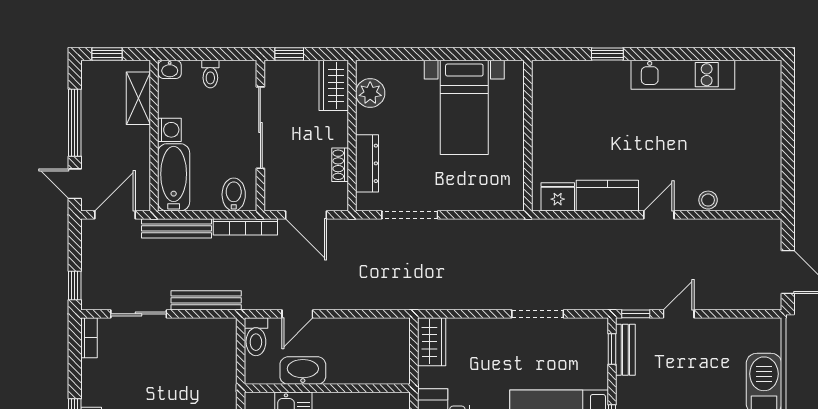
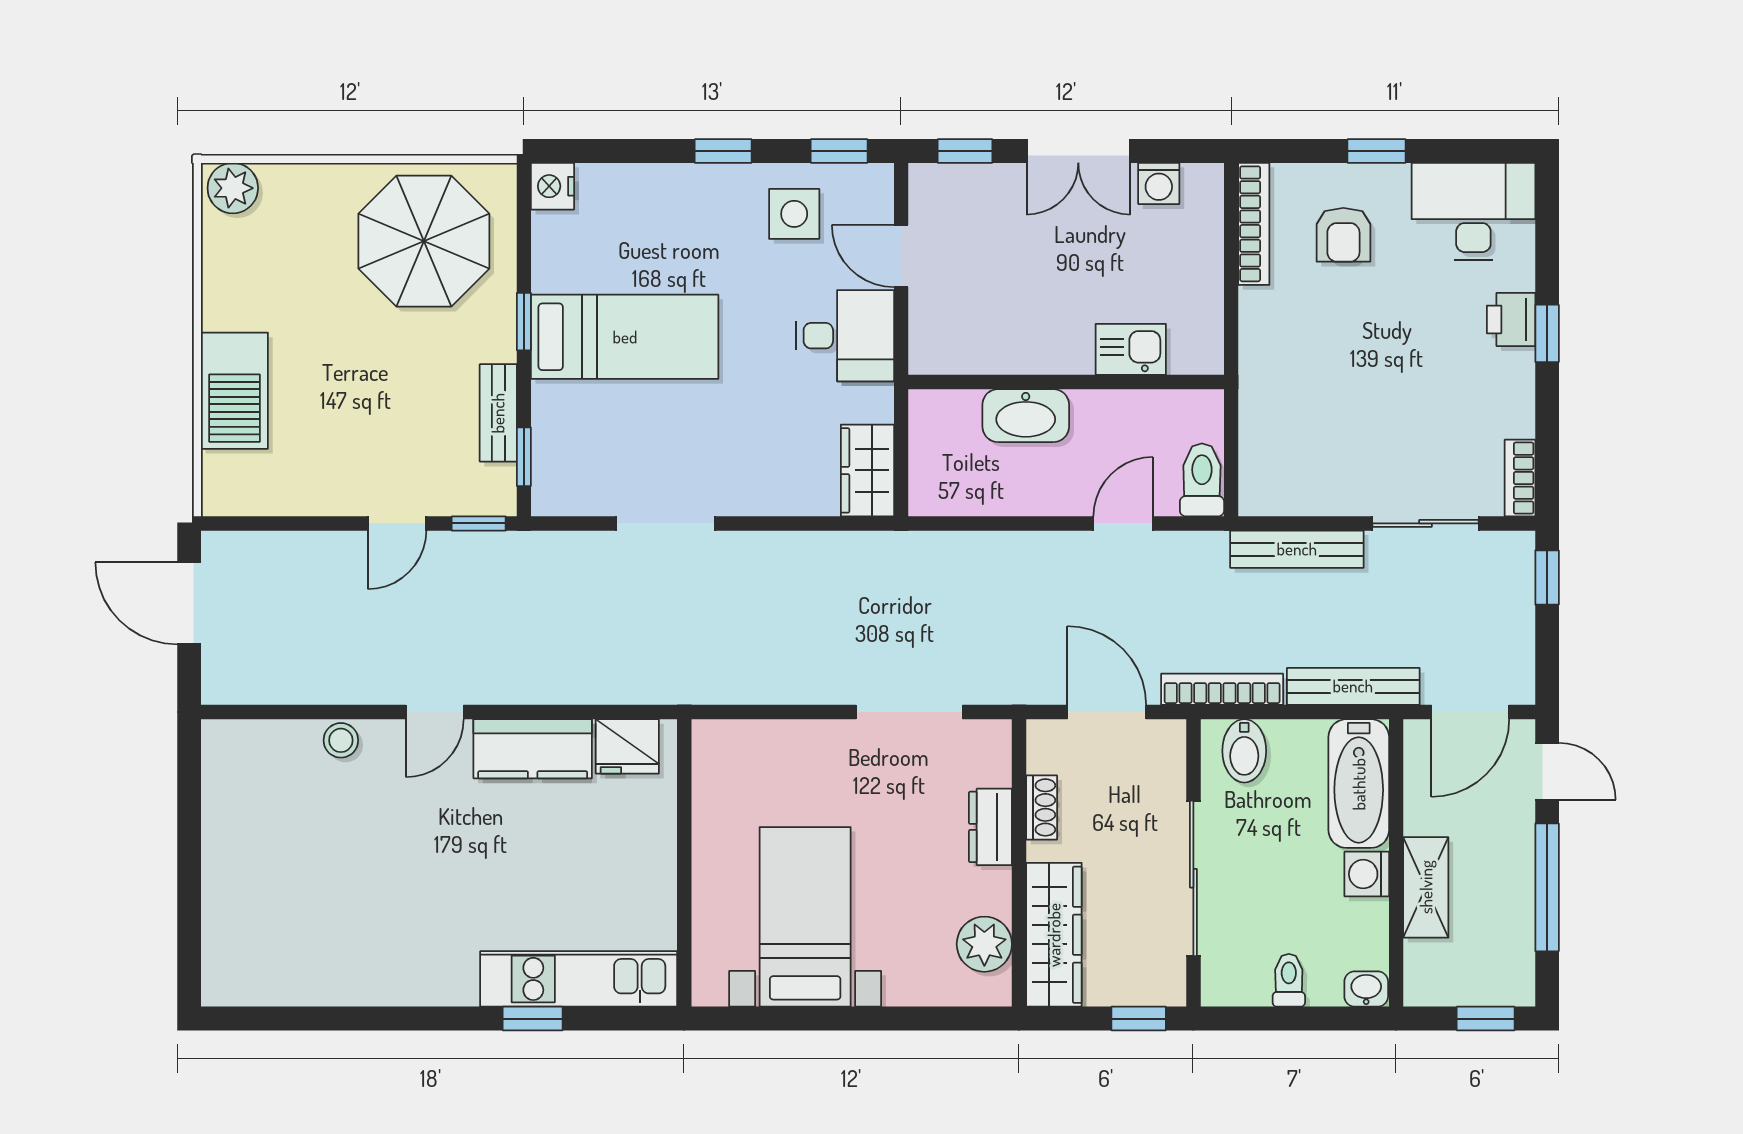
kitchen unit: (683, 75) -> (579, 979), moved
wardrobe: (334, 85) -> (1054, 935), width x1.50
shelving: (138, 98) -> (1426, 887), moved
dresser: (367, 163) -> (990, 827), width x0.70
bench: (625, 350) -> (498, 413), moved
washbasin: (303, 371) -> (1026, 416), moved

